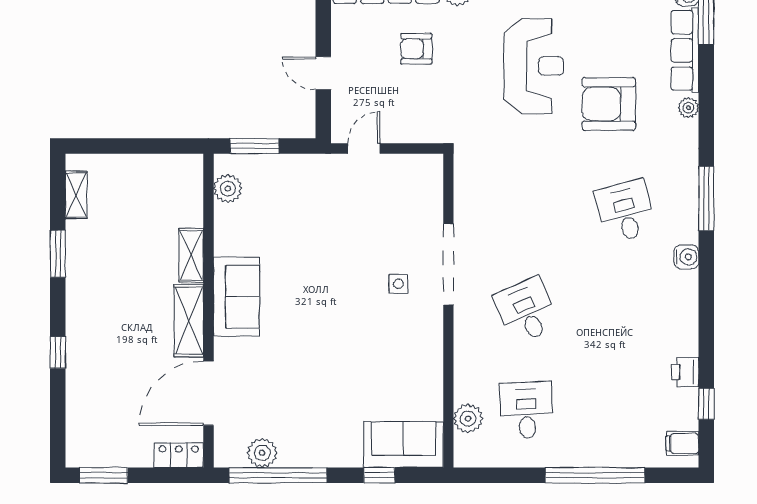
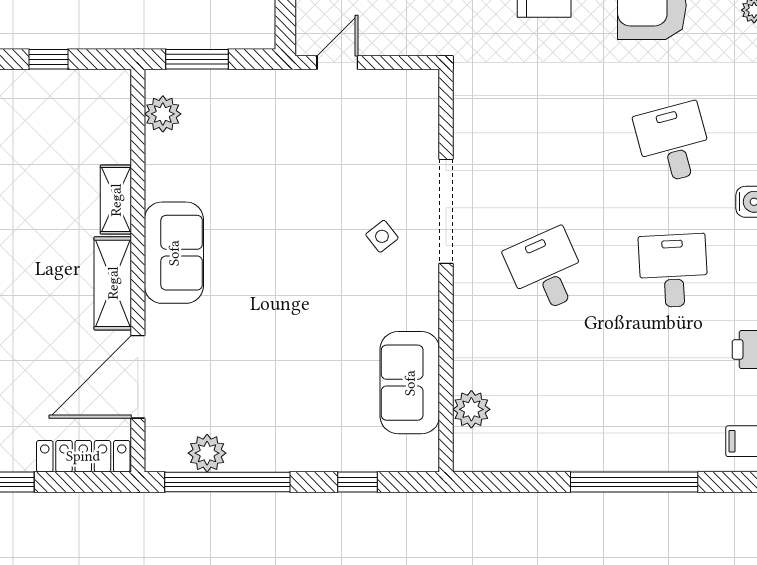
window: (139, 146) -> (48, 59), added
side table: (399, 284) -> (382, 236), turned -38
desk: (527, 410) -> (673, 271), moved
sofa: (403, 445) -> (410, 383), moved, turned -90
locker: (179, 455) -> (83, 456), width x1.53

